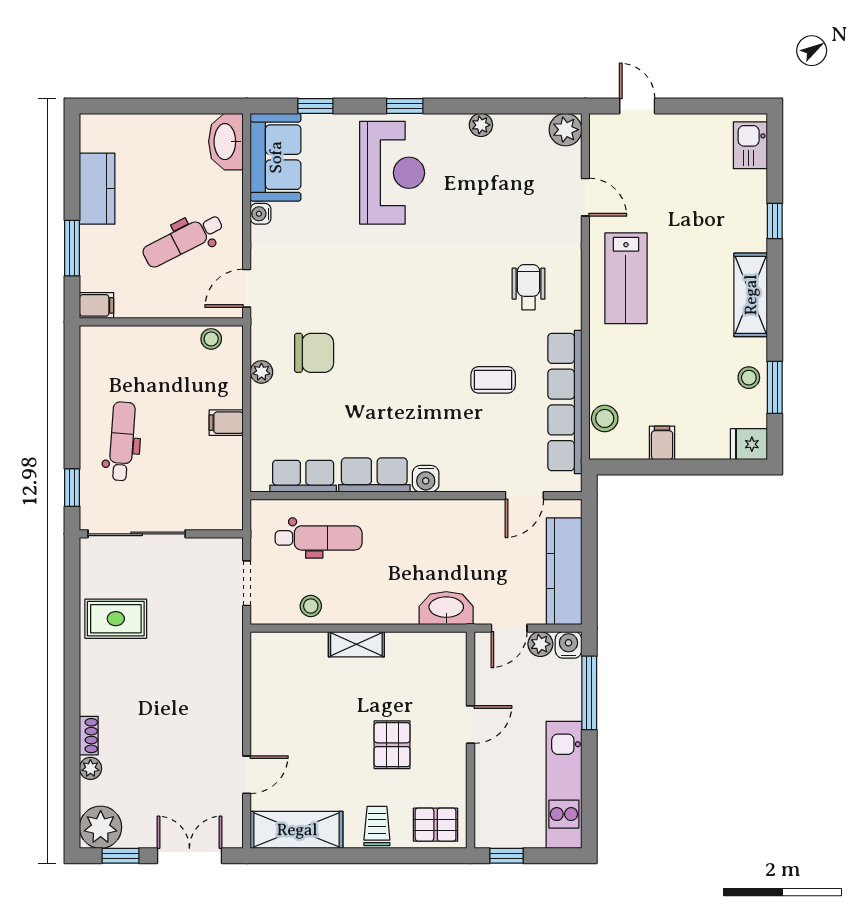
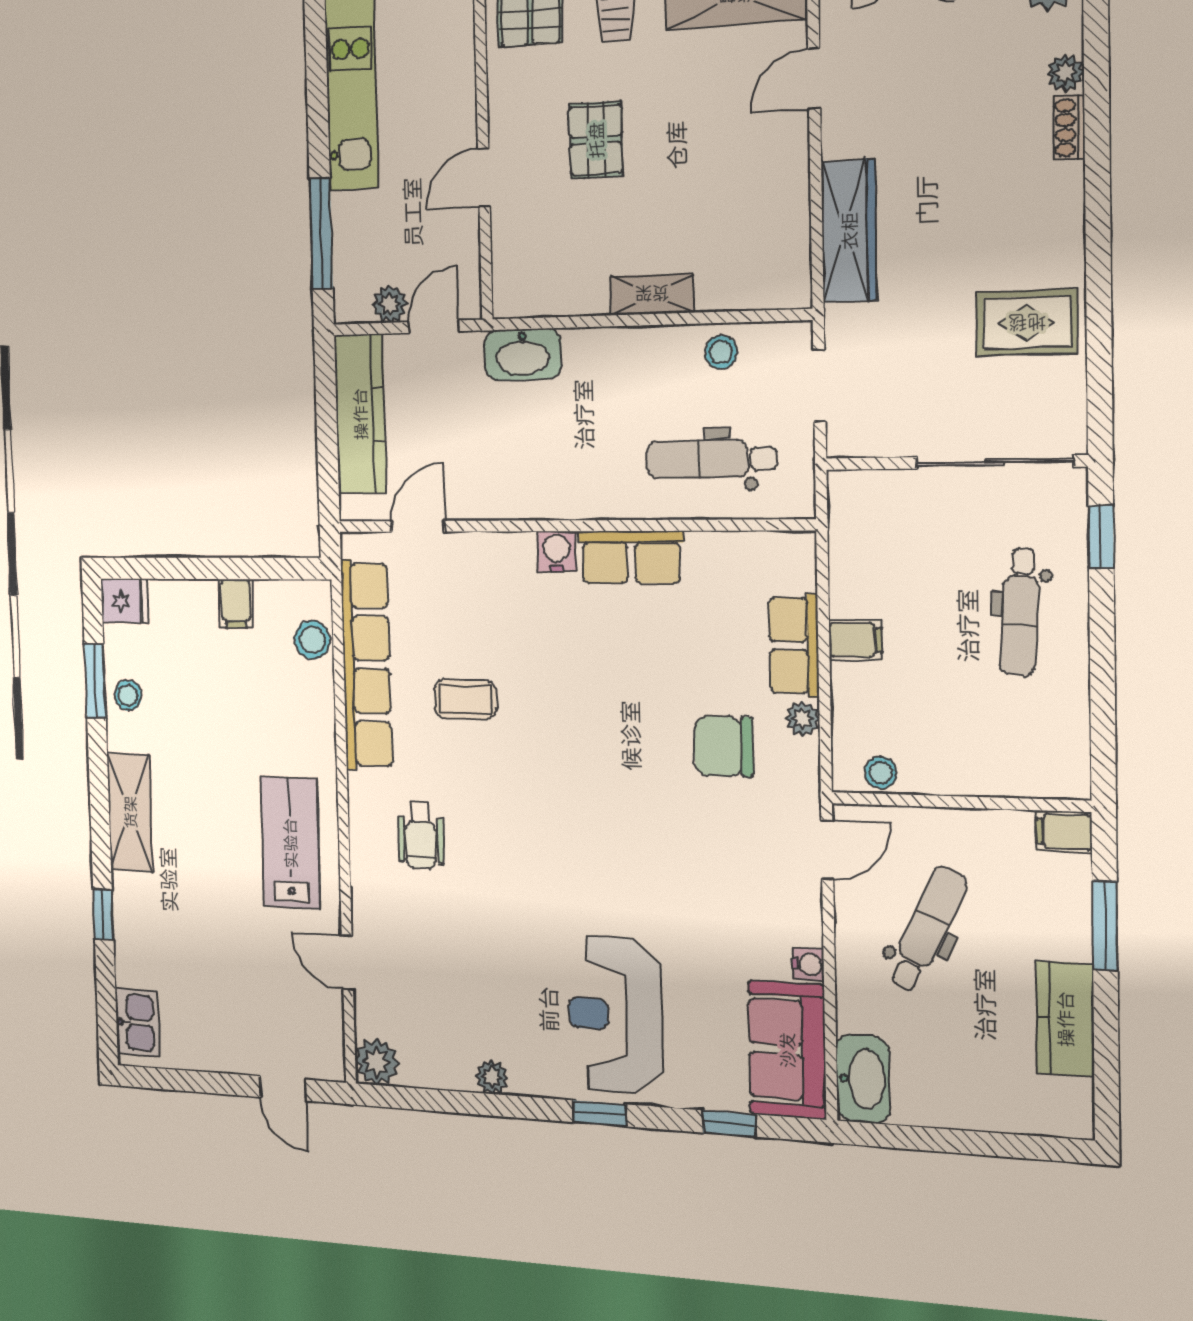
dental chair: (183, 240) -> (927, 929), turned -38
row of seats: (303, 476) -> (794, 645), moved, turned 90
water cooler: (568, 645) -> (351, 304), removed
wardrobe: (226, 679) -> (849, 231), added

